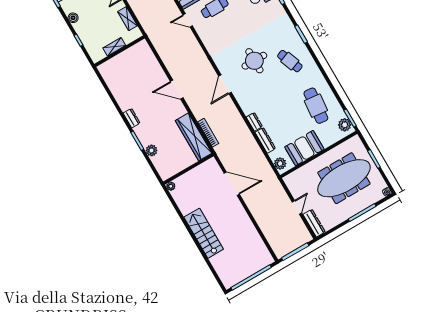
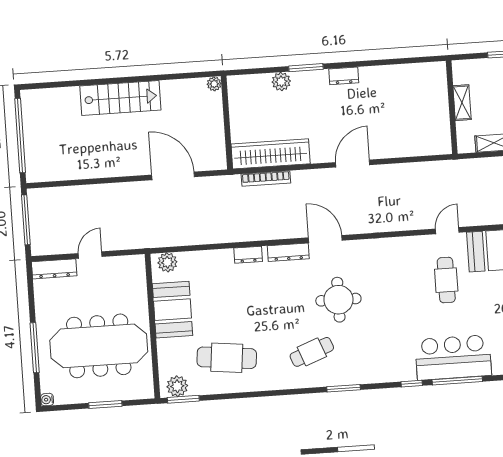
dresser: (265, 140) -> (288, 252), moved
meeting table: (344, 178) -> (99, 346), turned 90
door: (232, 184) -> (173, 176), swing flipped
door: (297, 207) -> (90, 255), swing flipped

